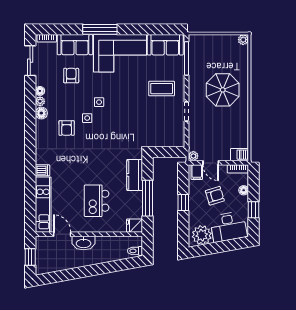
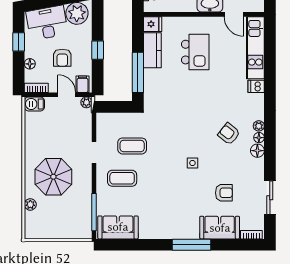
plant: (243, 40) -> (30, 204), moved
corner sofa: (120, 53) -> (169, 218), removed
sliding door: (30, 61) -> (270, 198), moved
armchair: (71, 76) -> (224, 193), turned -90
floor lamp: (40, 91) -> (259, 138), moved
plant: (40, 101) -> (259, 126), moved
coffee table: (153, 117) -> (132, 146), added
side table: (87, 118) -> (206, 145), removed
armchair: (67, 128) -> (229, 134), turned -51
kitchen counter: (135, 175) -> (152, 50), moved
armchair: (215, 196) -> (62, 58), turned -73
window: (148, 198) -> (138, 72), moved

